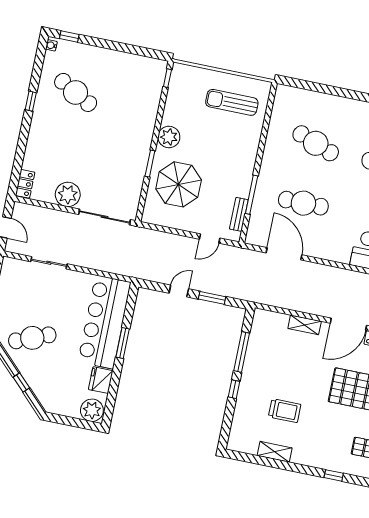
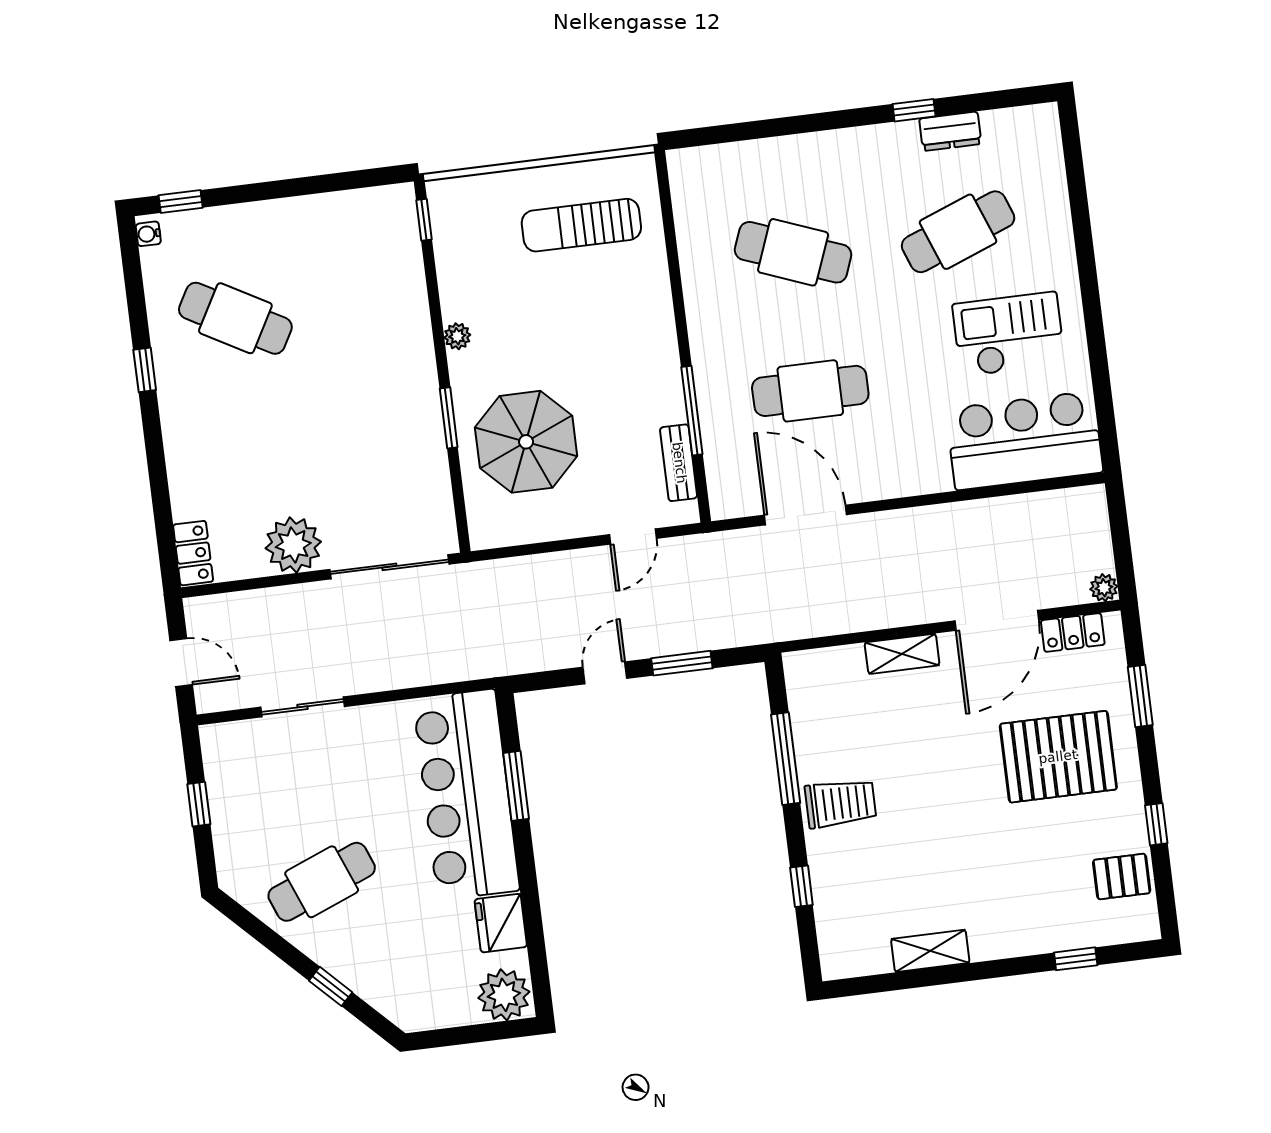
plant: (169, 137) -> (457, 336), width x0.53, depth x0.53
window: (123, 343) -> (516, 786), moved
window: (234, 389) -> (801, 886), moved
trolley: (285, 411) -> (840, 803), moved

